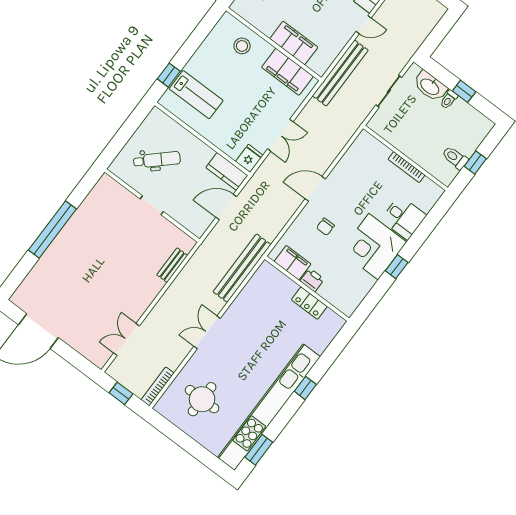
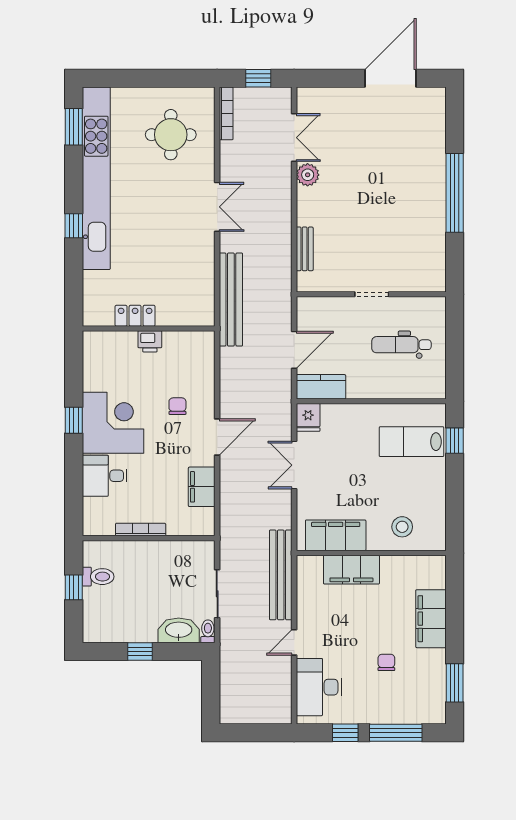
toilet: (449, 99) -> (208, 631), moved
dental chair: (157, 160) -> (401, 345), turned 43
filing cabinet: (293, 263) -> (202, 487), moved, turned 90
plant: (136, 310) -> (308, 175), added

